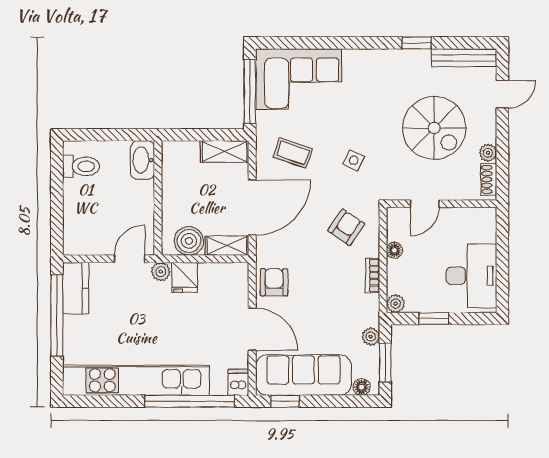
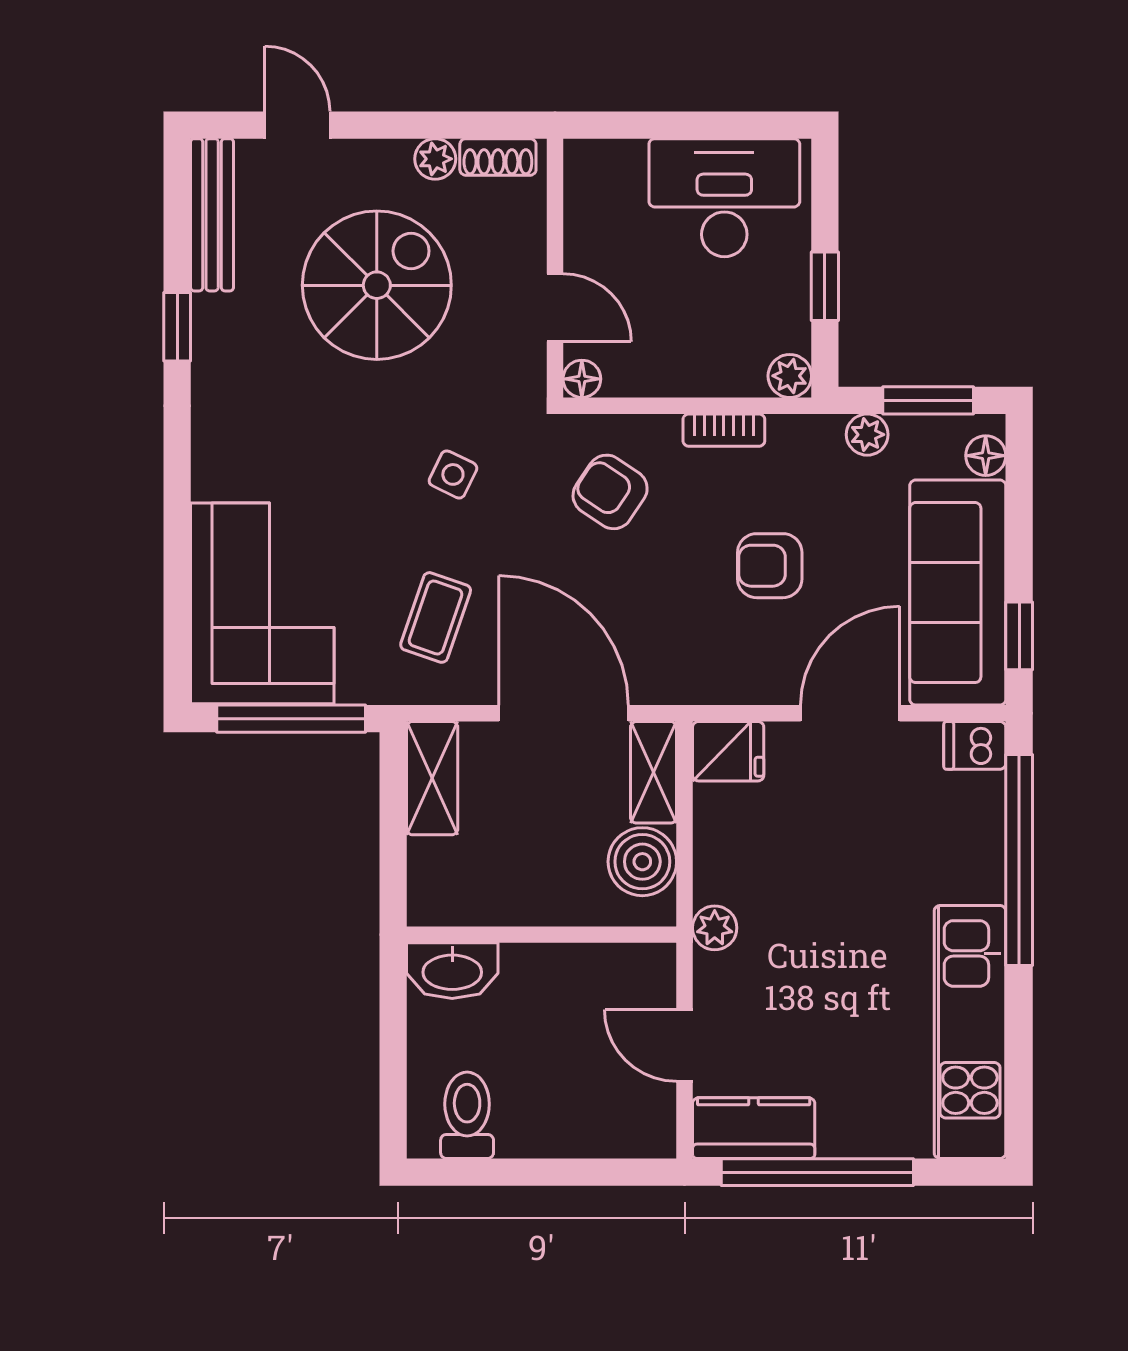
floor lamp: (394, 250) -> (582, 379), moved
door: (129, 259) -> (685, 1046), moved
fridge: (185, 277) -> (728, 751), moved
armchair: (274, 282) -> (770, 566), moved
kitchen unit: (136, 380) -> (970, 1032), width x0.73

